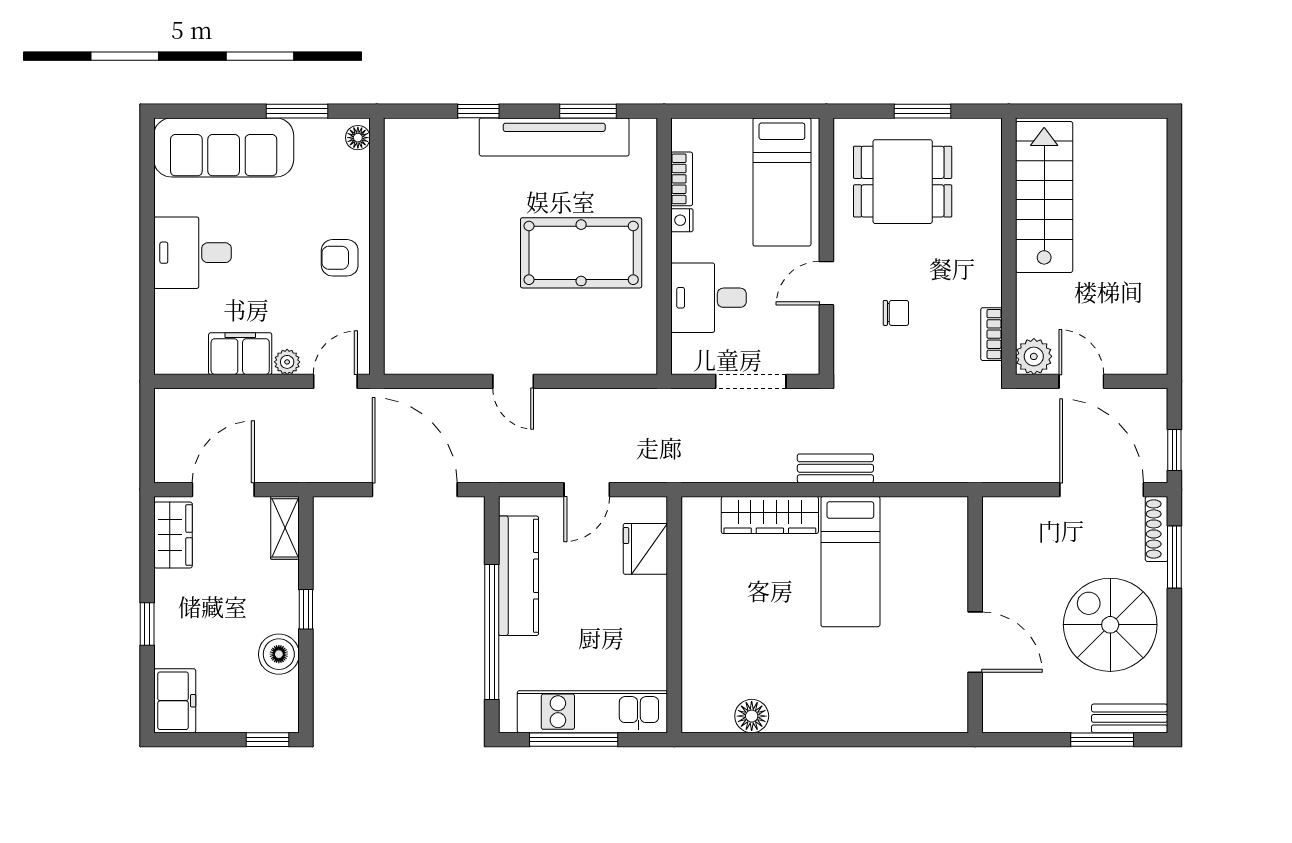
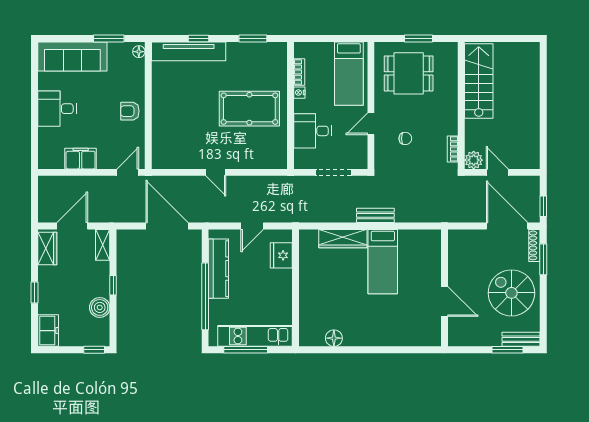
tv unit: (554, 137) -> (189, 51), moved
plant: (287, 362) -> (104, 163), removed

